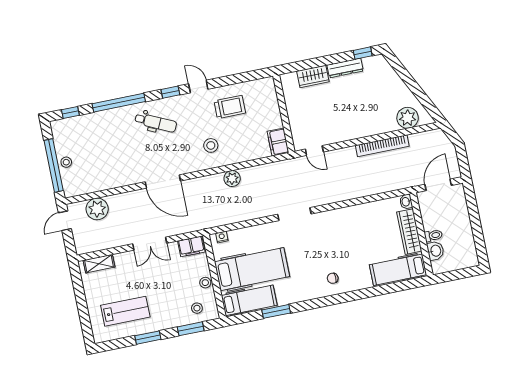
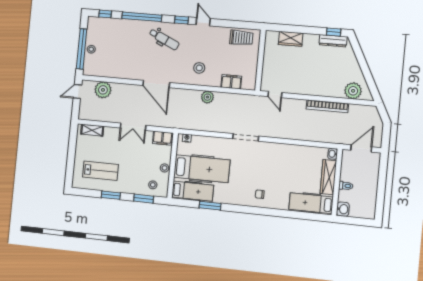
dresser: (345, 68) -> (333, 41), moved
trolley: (230, 107) -> (241, 38), moved
filing cabinet: (278, 142) -> (231, 82), moved, turned 90
washbasin: (435, 251) -> (343, 209), moved

